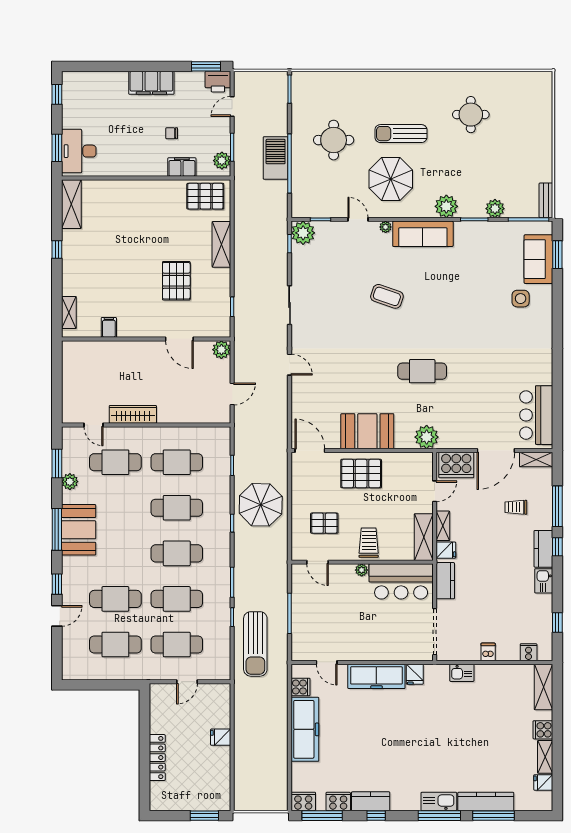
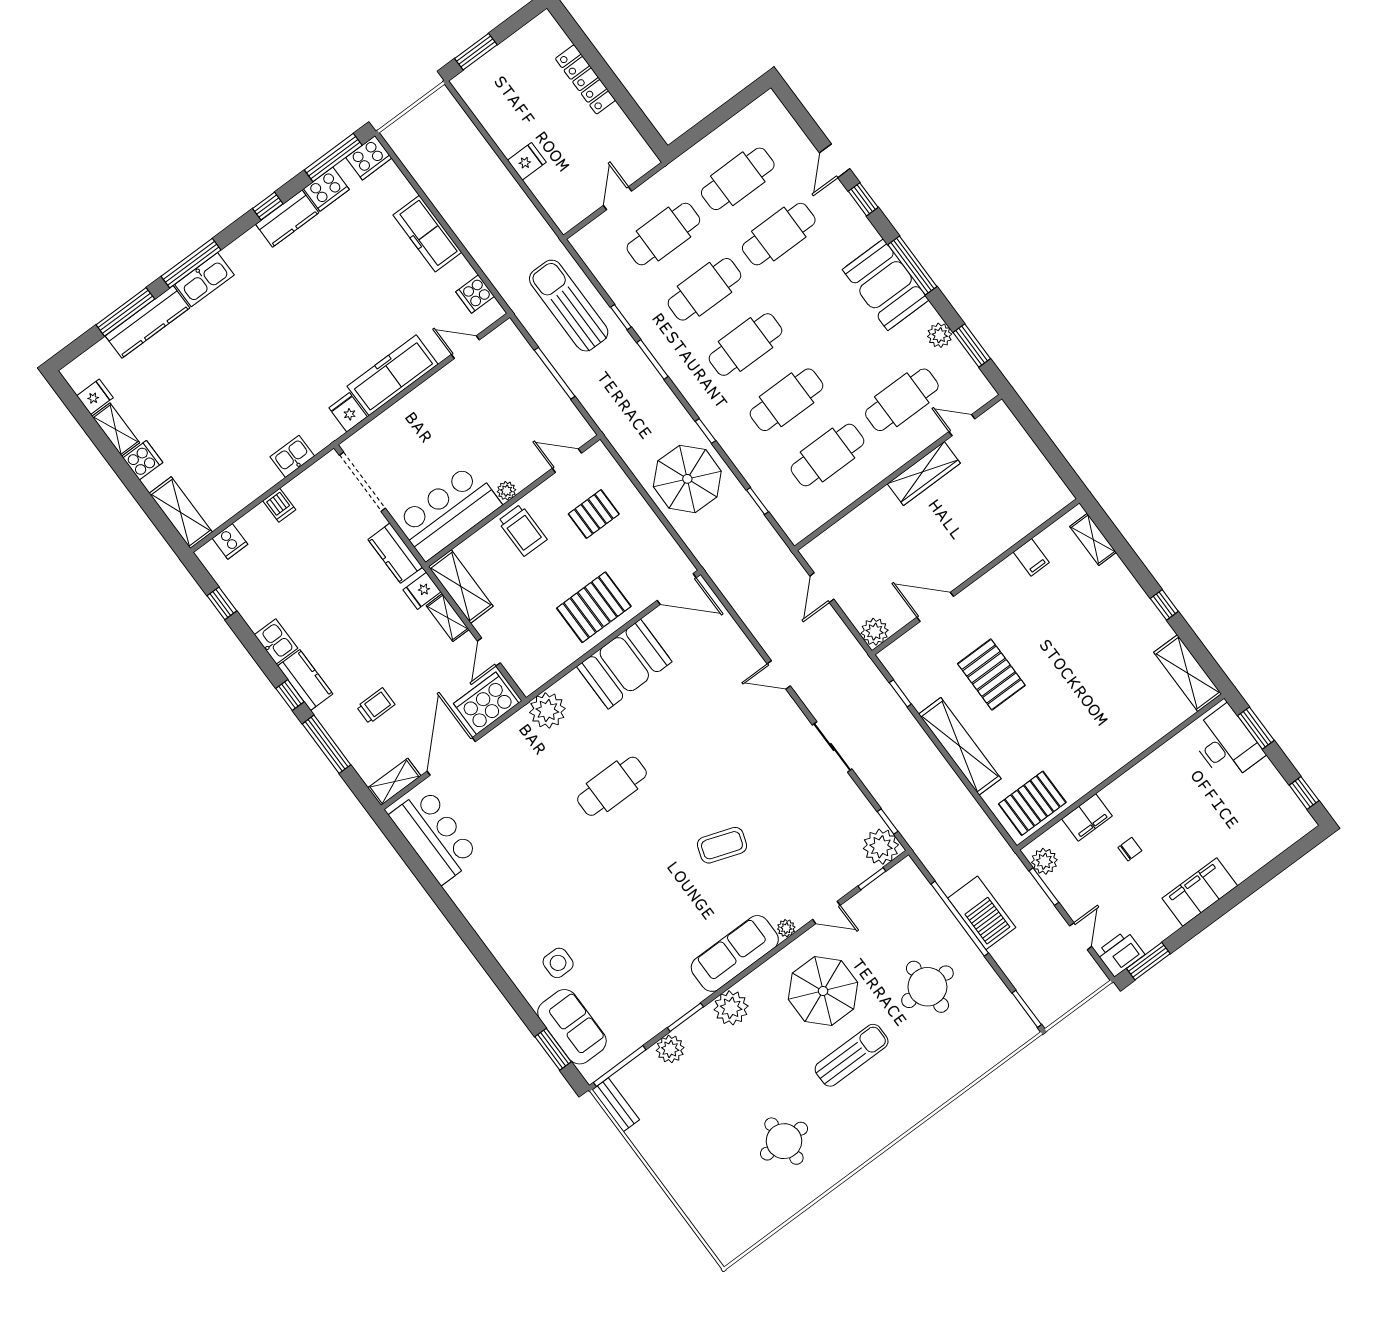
shelving: (221, 244) -> (960, 746), width x1.47
freezer: (305, 729) -> (427, 234), width x0.73, depth x0.79

